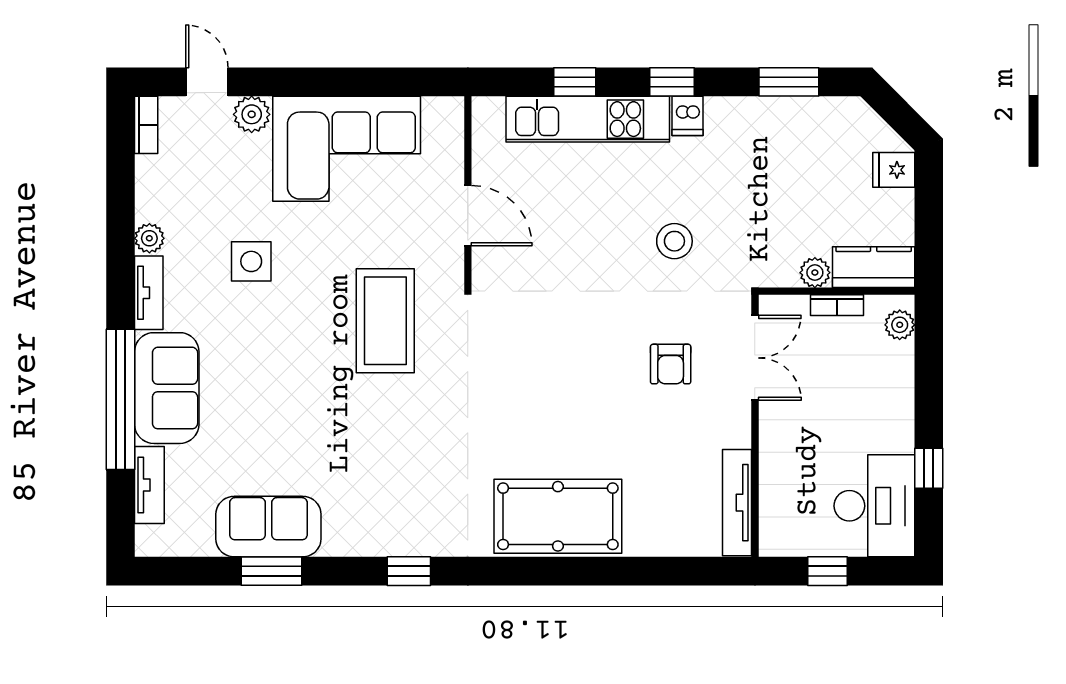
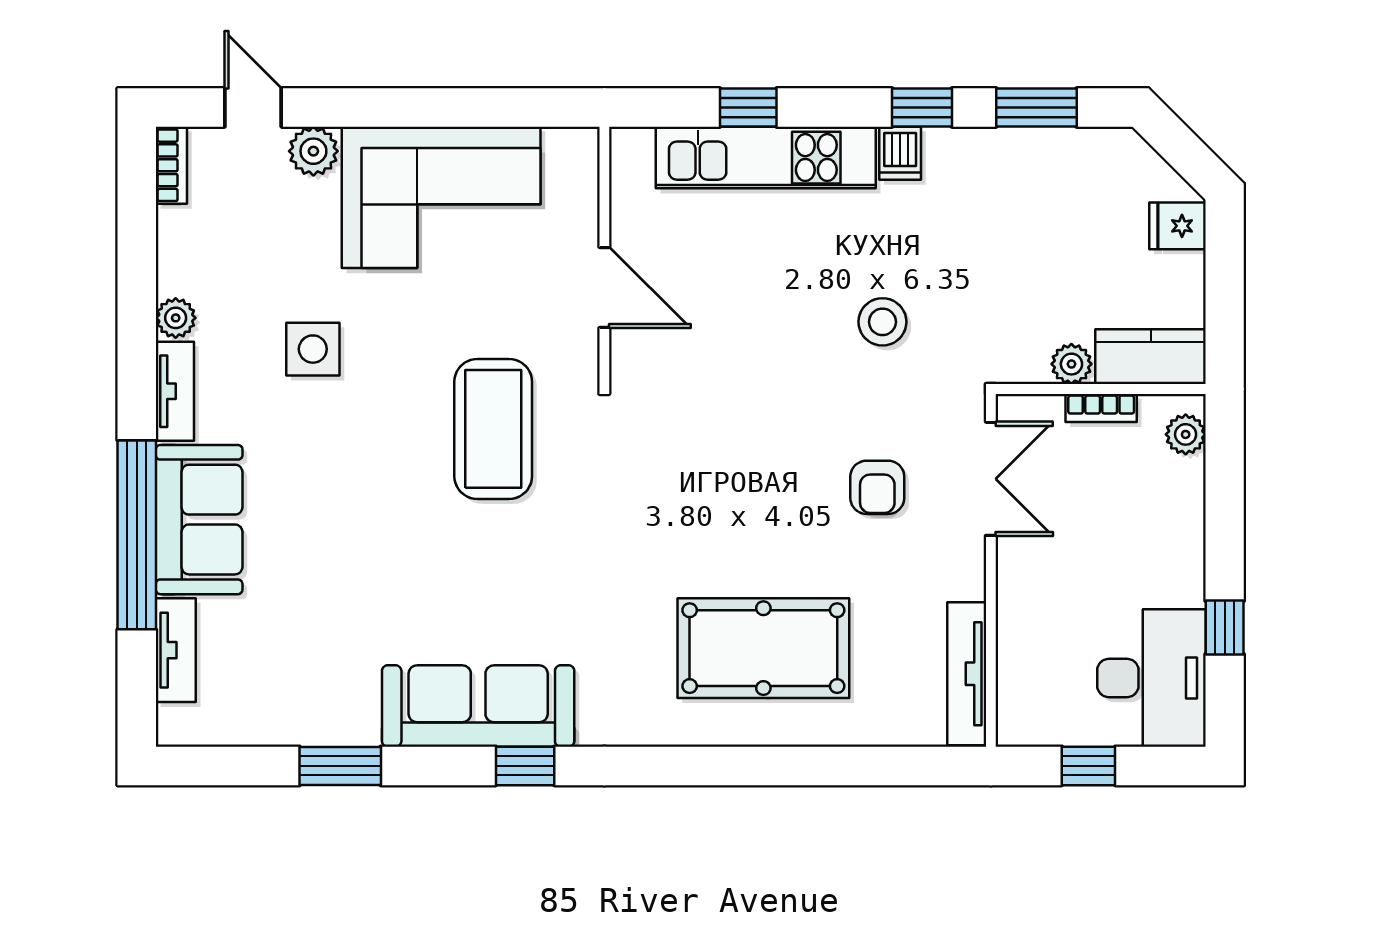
window: (672, 82) -> (922, 107), moved
pool table: (558, 516) -> (763, 648), moved
sofa: (268, 527) -> (478, 706), moved, width x1.36

